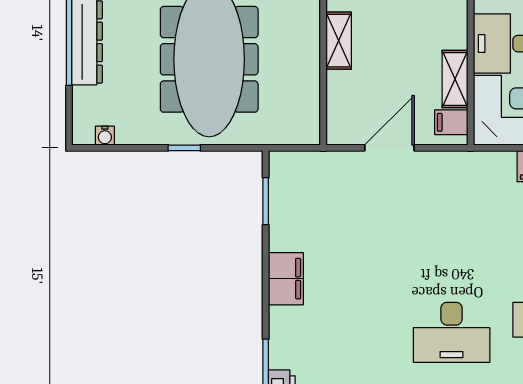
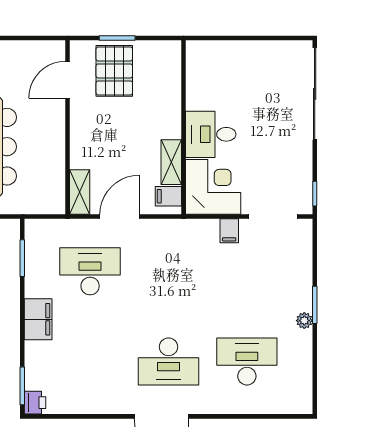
shelving: (339, 41) -> (80, 192), moved
desk: (352, 218) -> (90, 271), added

